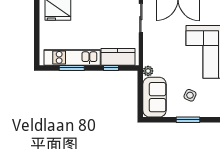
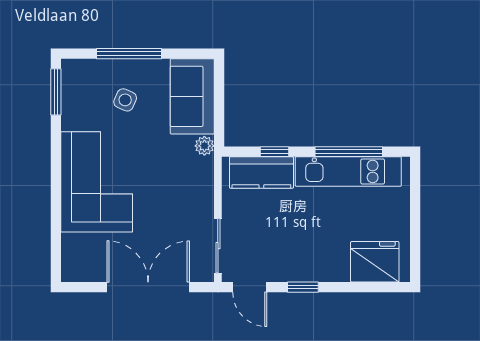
window: (72, 68) -> (349, 152), width x1.44
window: (188, 120) -> (129, 54), width x1.44

